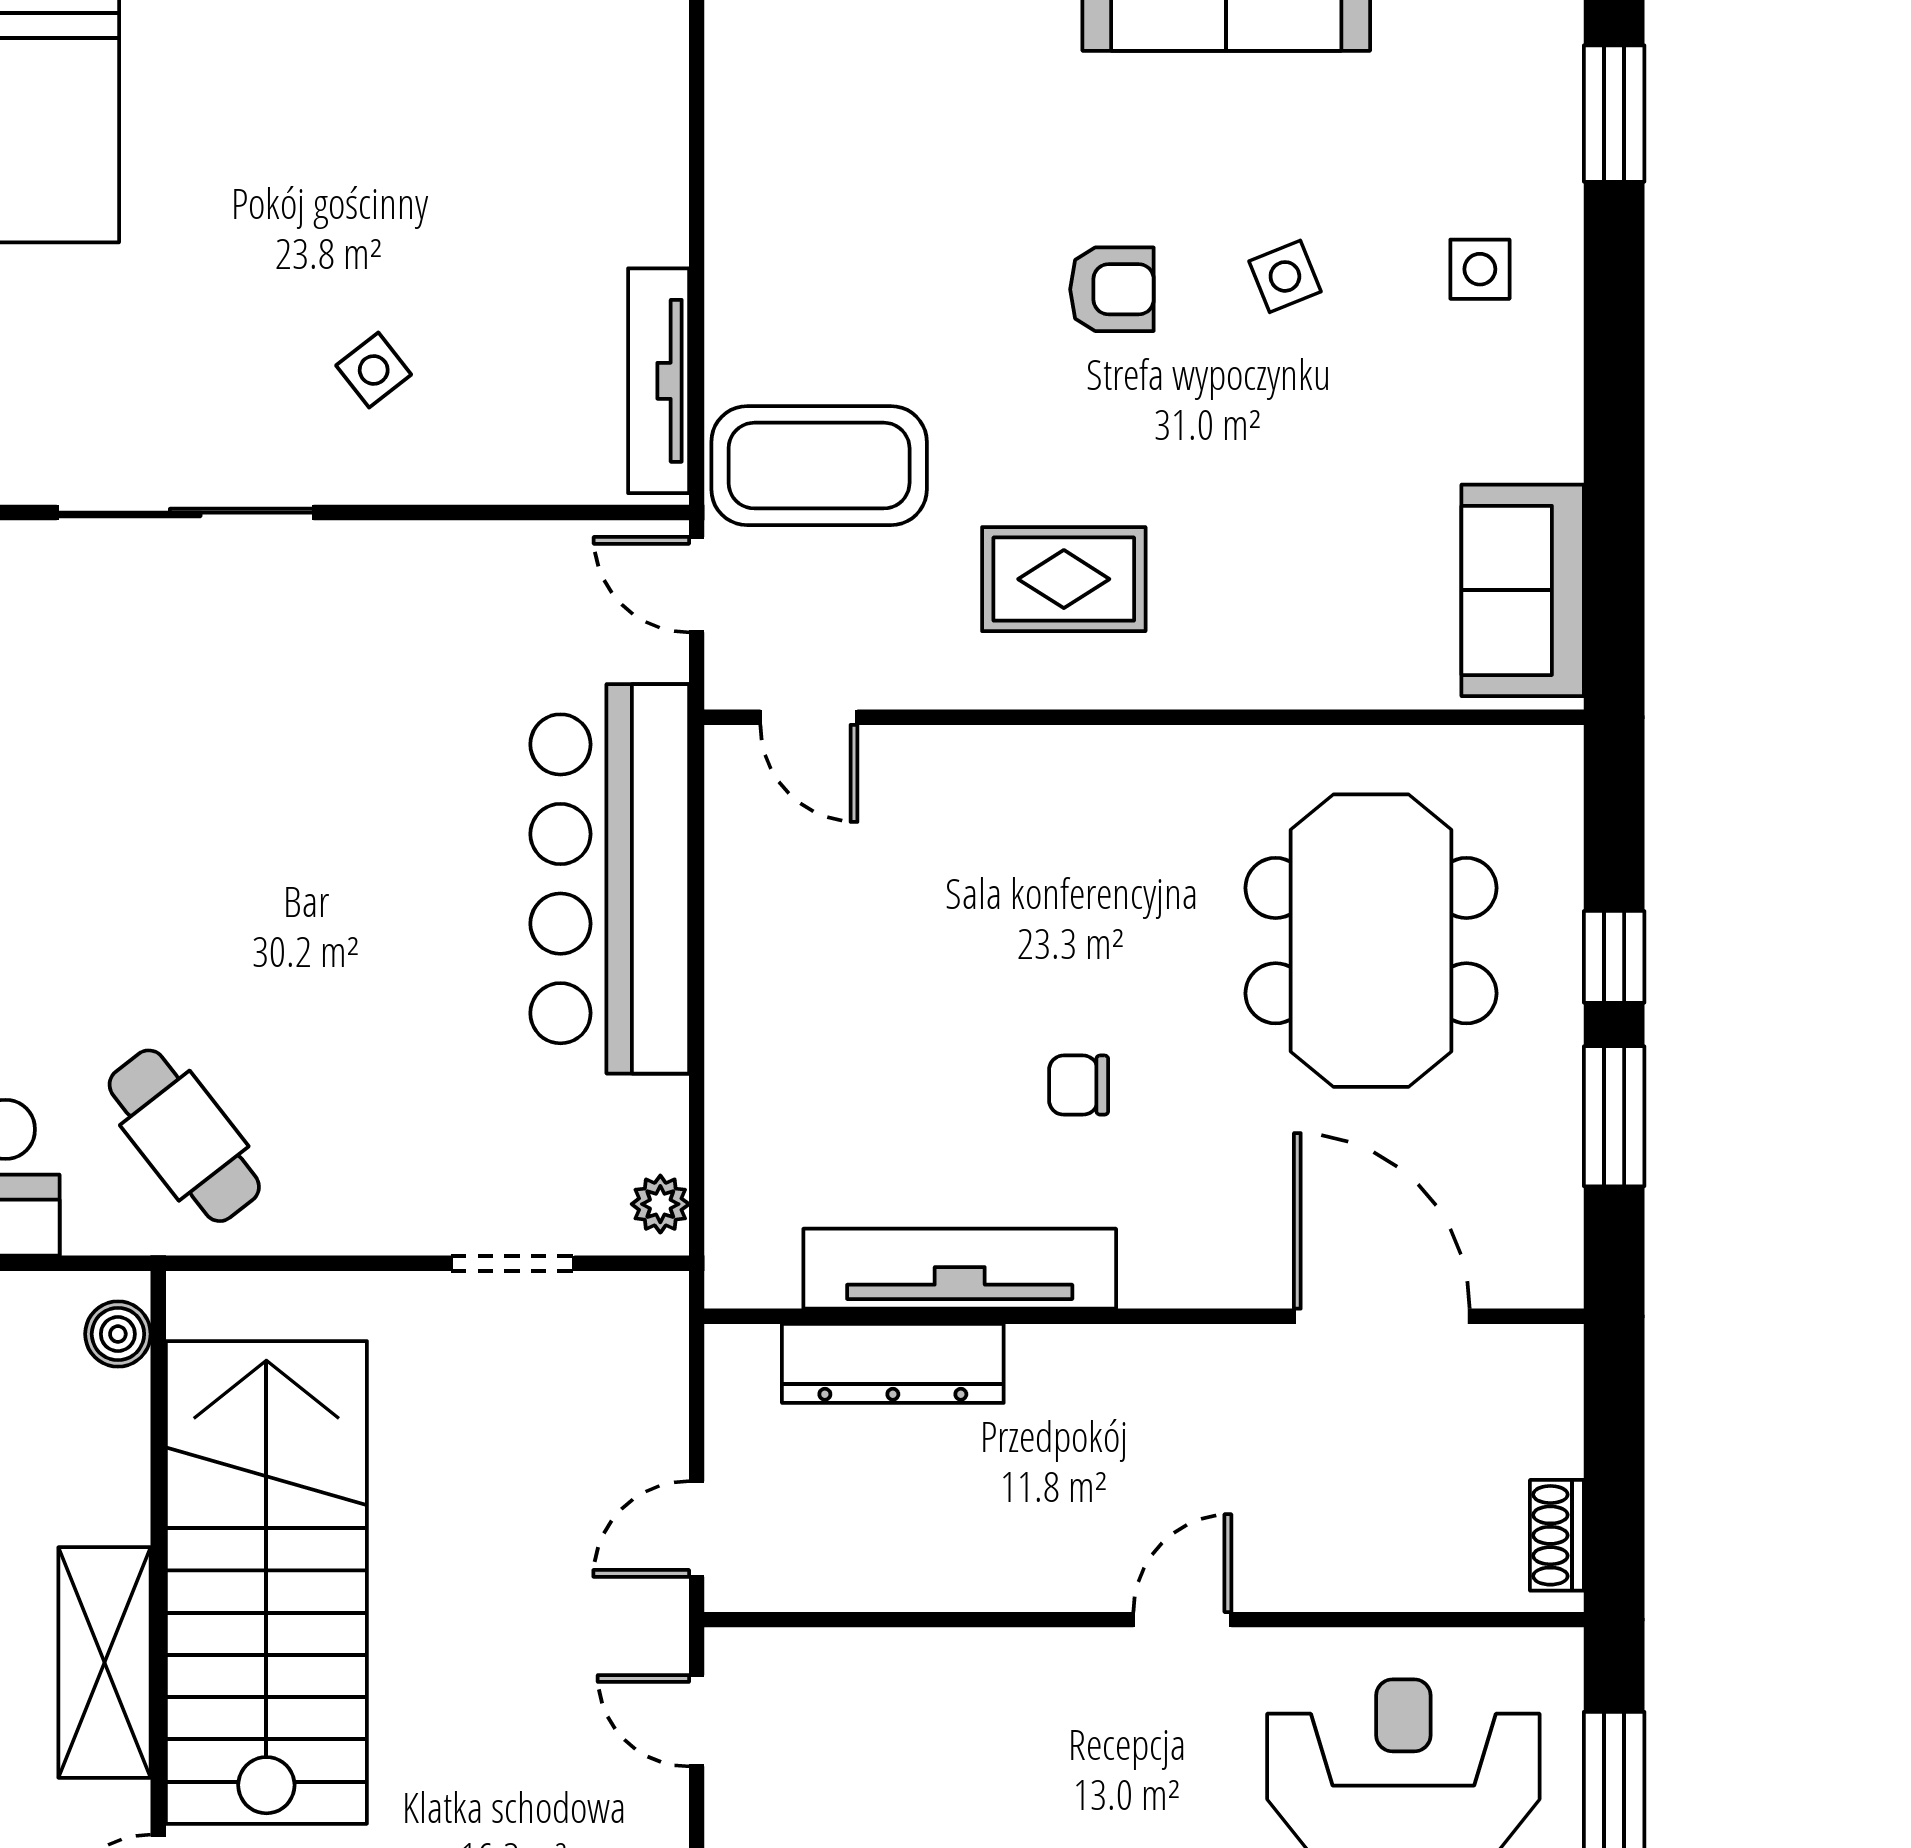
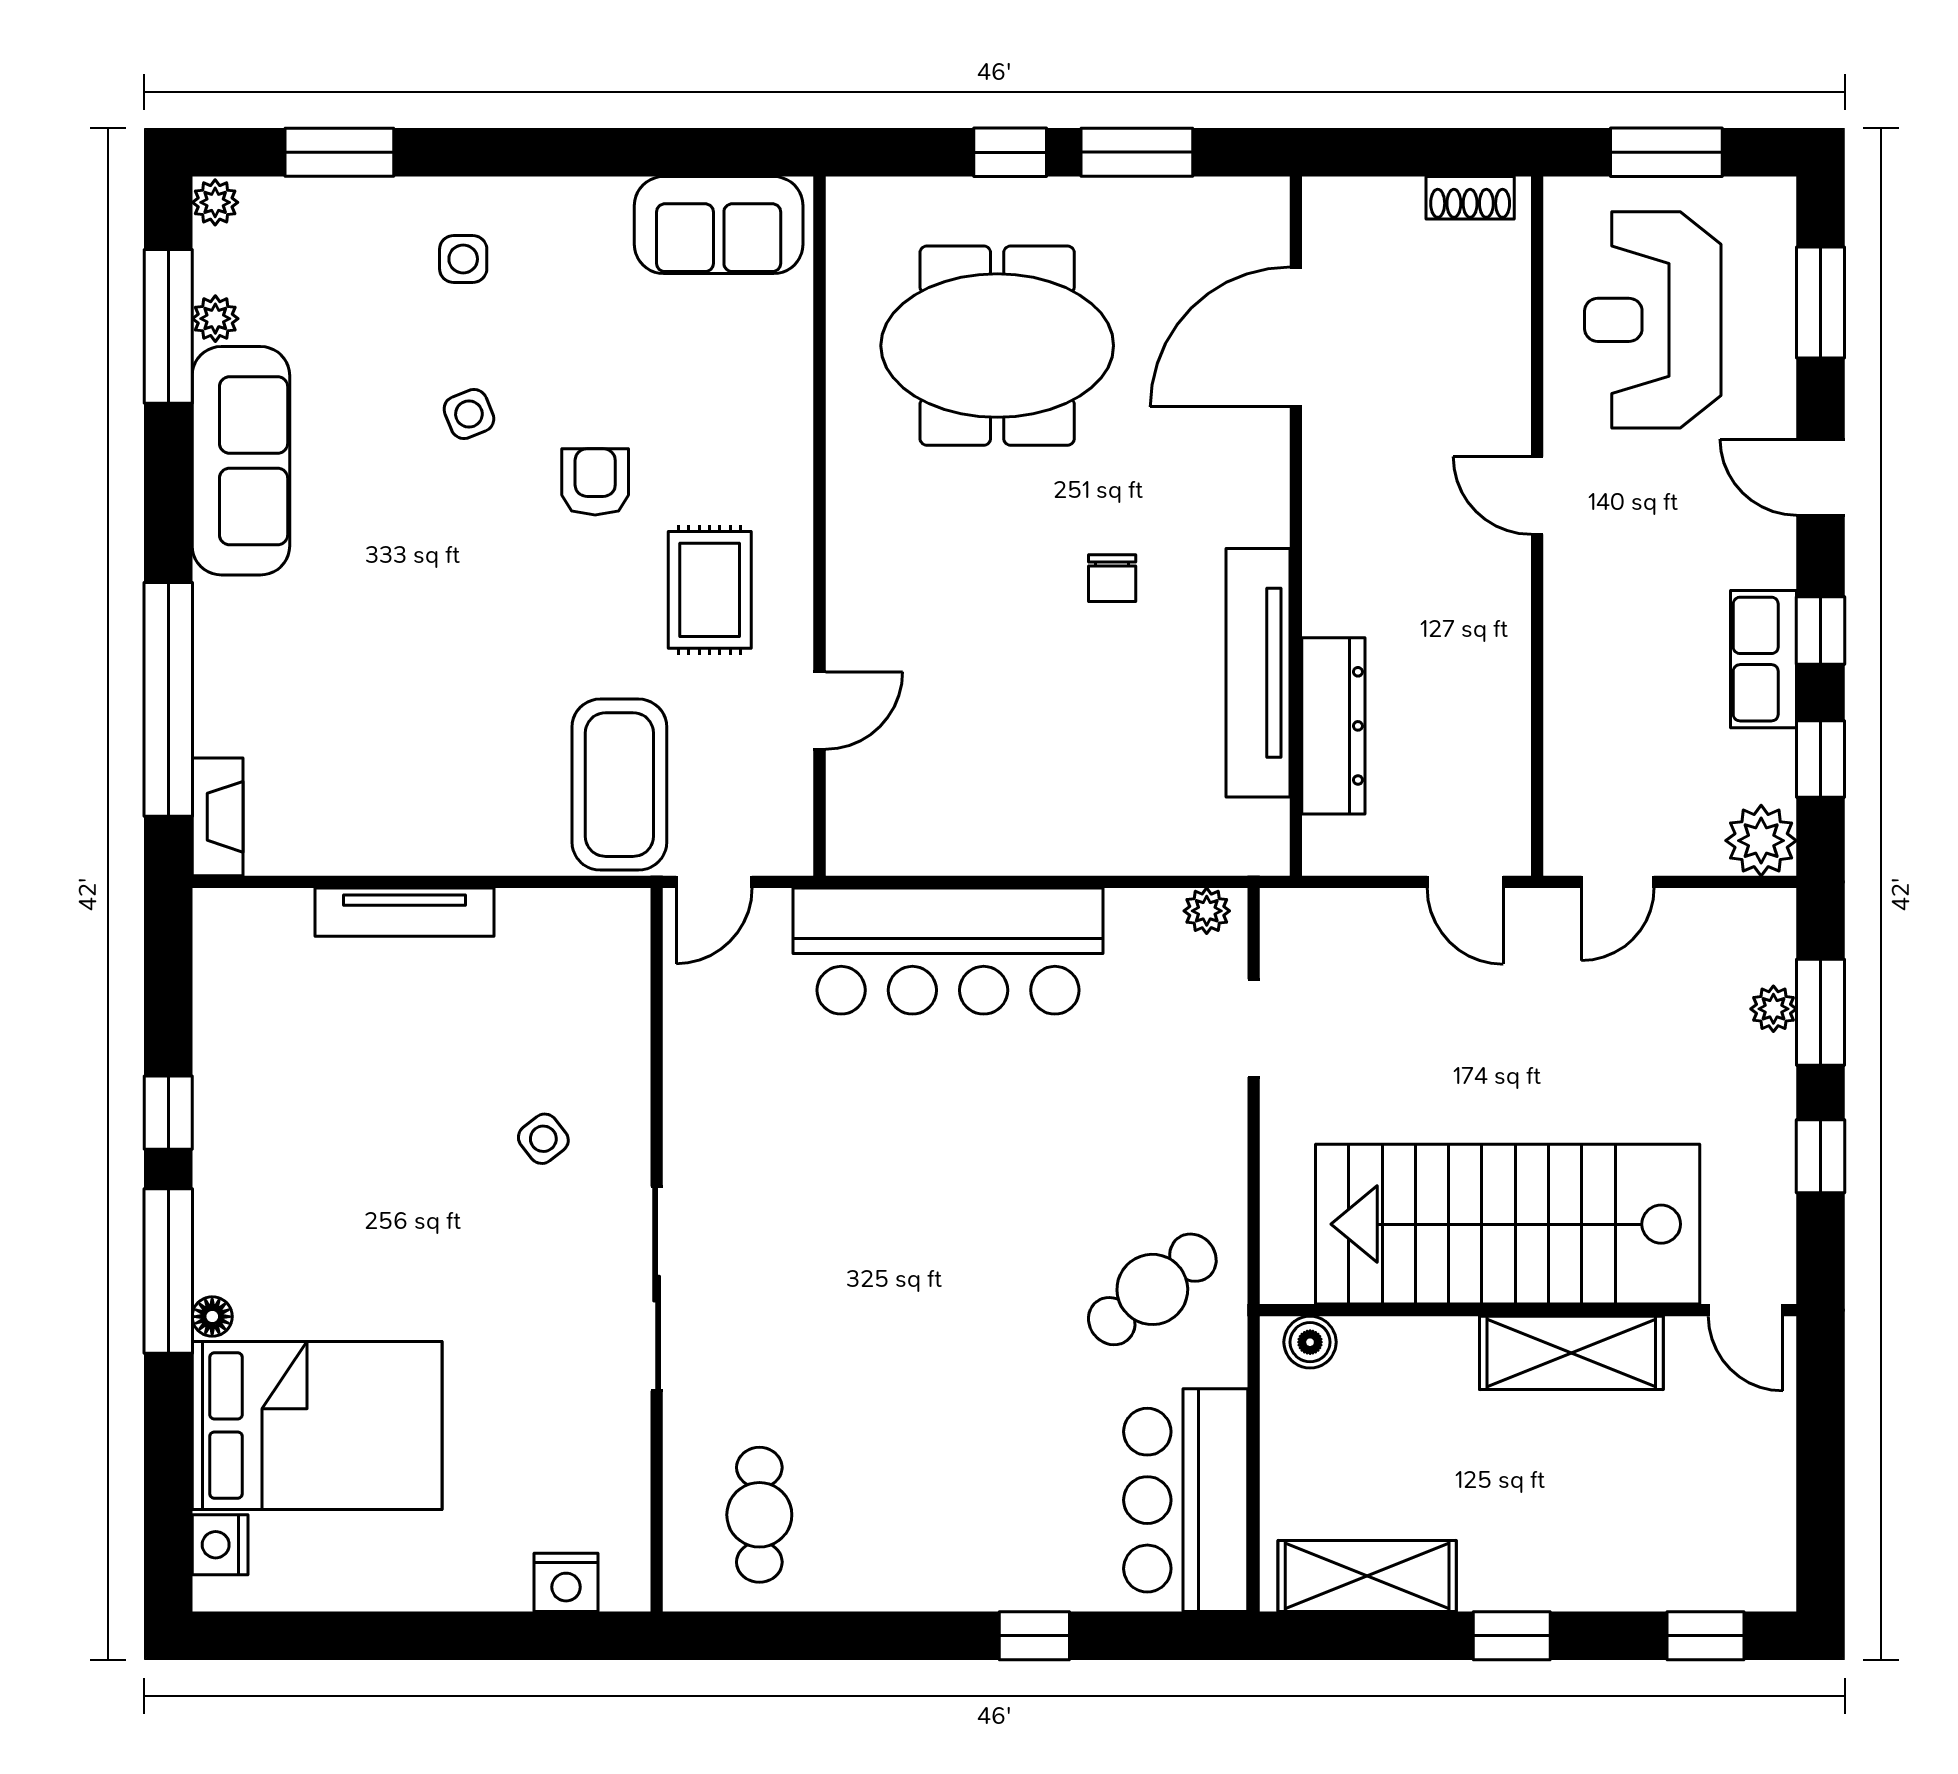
armchair: (1112, 289) -> (595, 482), moved
tv unit: (659, 381) -> (405, 912), moved
door: (809, 717) -> (820, 710), moved

